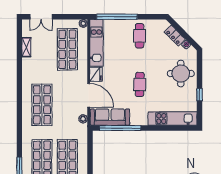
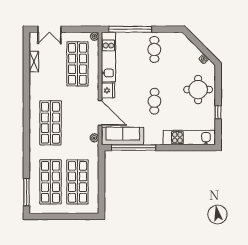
locker: (175, 35) -> (192, 49), removed

